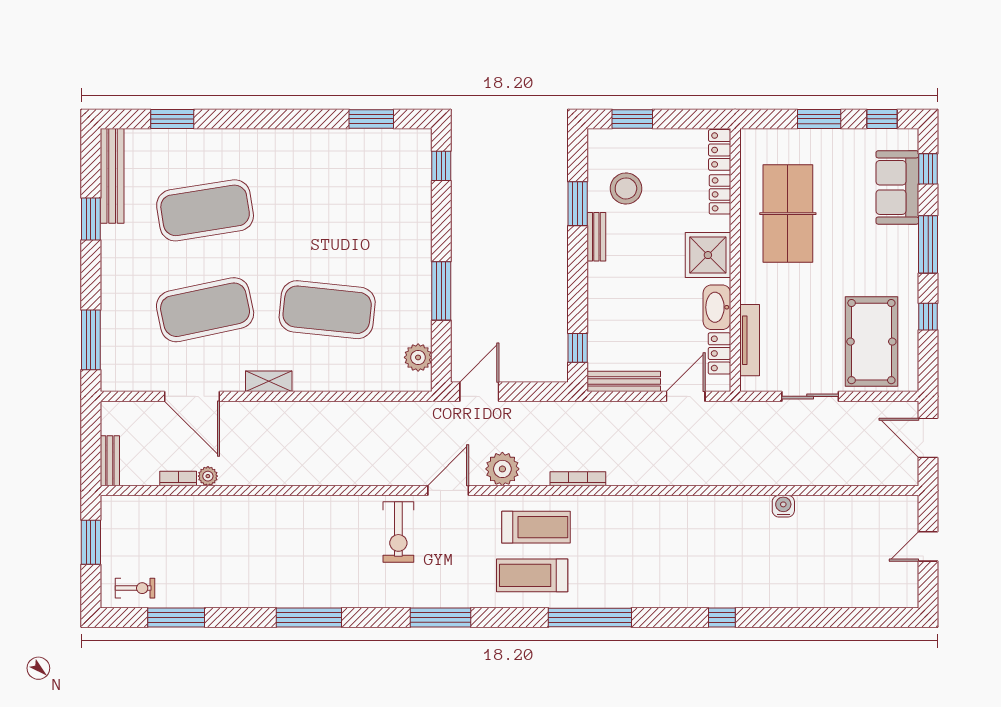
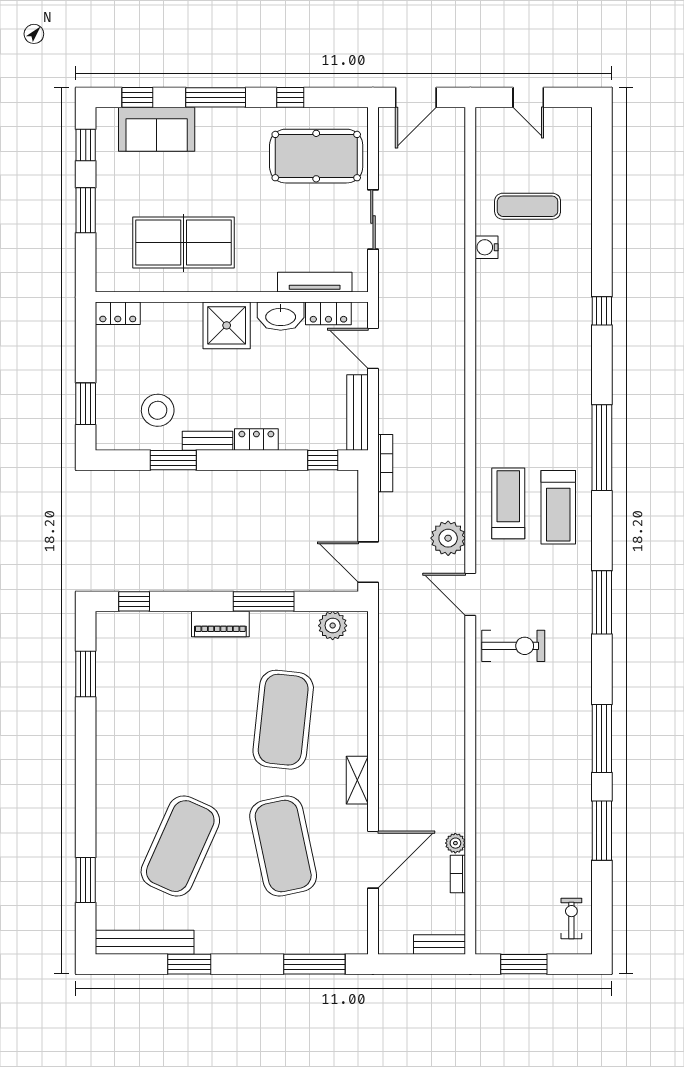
locker: (720, 194) -> (256, 440), moved, turned 180
exercise mat: (205, 210) -> (180, 846), turned 33
piano: (419, 249) -> (220, 624), added
bookcase: (578, 479) -> (385, 463), moved, turned 180
exercise mat: (823, 546) -> (528, 206), added
window: (176, 617) -> (602, 831), moved

